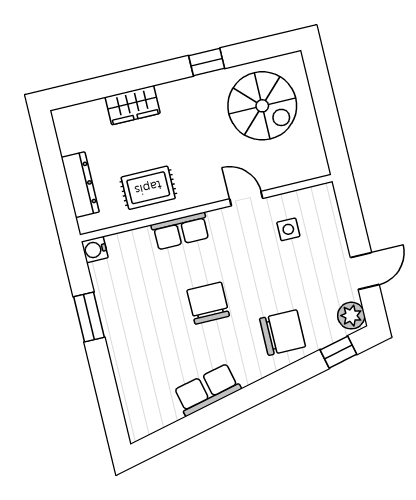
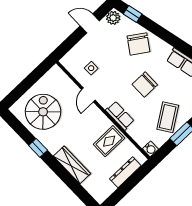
wardrobe: (133, 105) -> (72, 165), width x1.50
rug: (148, 188) -> (109, 141), turned 90
coffee table: (131, 310) -> (168, 117), added
chair: (282, 333) -> (139, 44), turned -146

